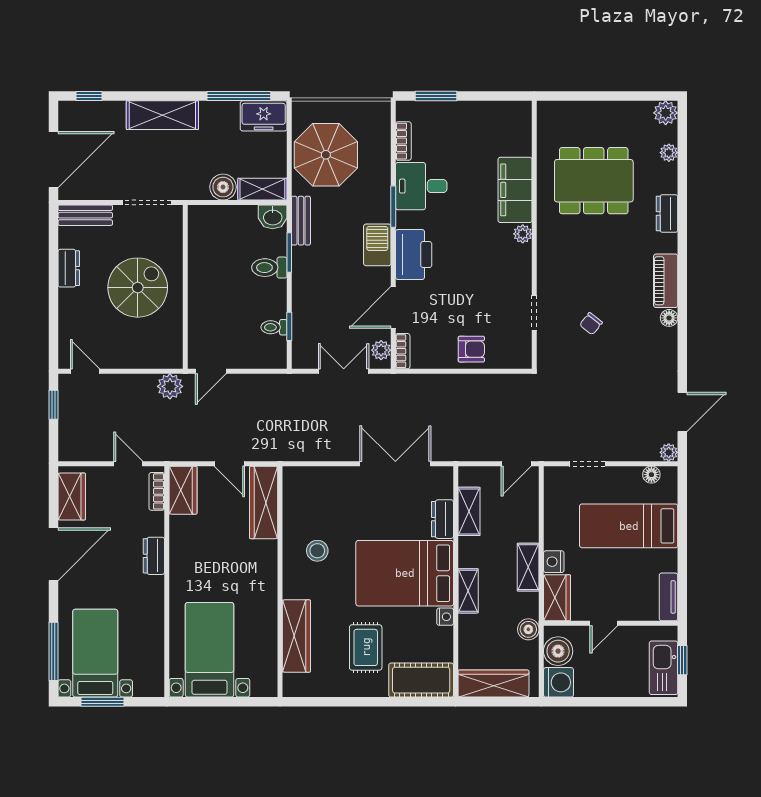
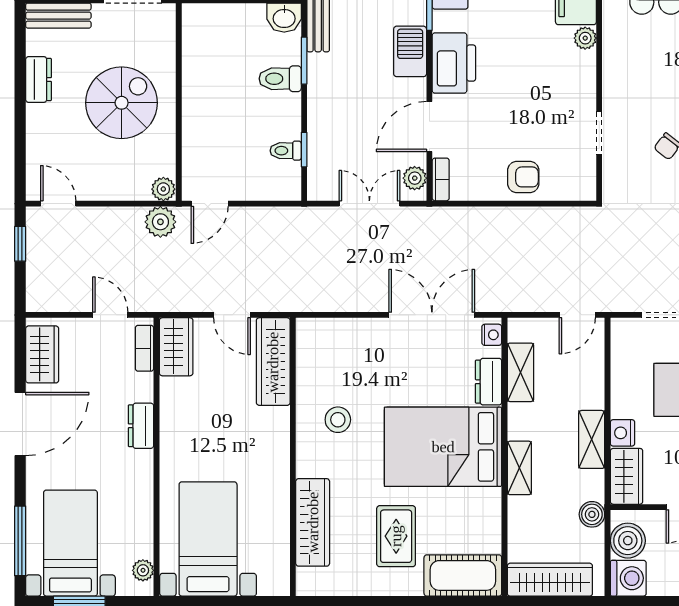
plant: (172, 359) -> (163, 189), added
nightstand: (445, 617) -> (492, 335), moved
plant: (155, 676) -> (143, 570), added

